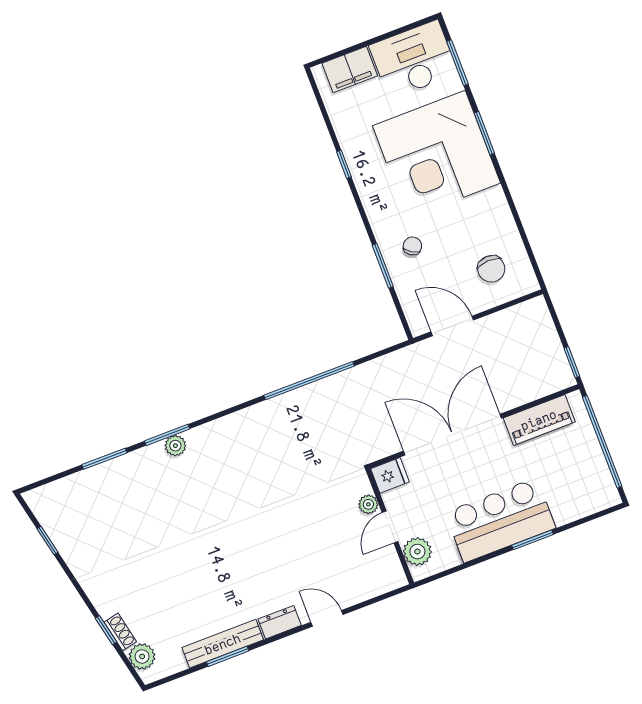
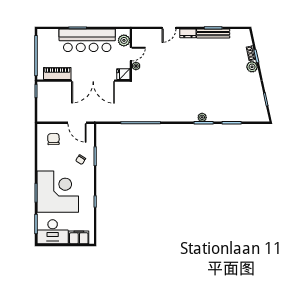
bar counter: (500, 520) -> (87, 40), width x1.36
door: (327, 618) -> (169, 28), hinge flipped
plant: (142, 656) -> (252, 67), moved

